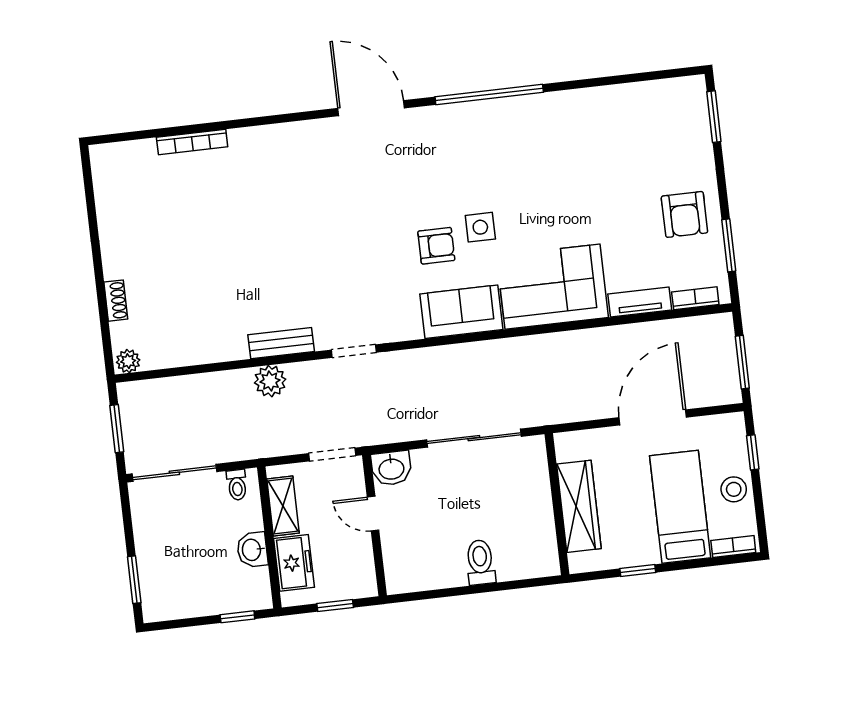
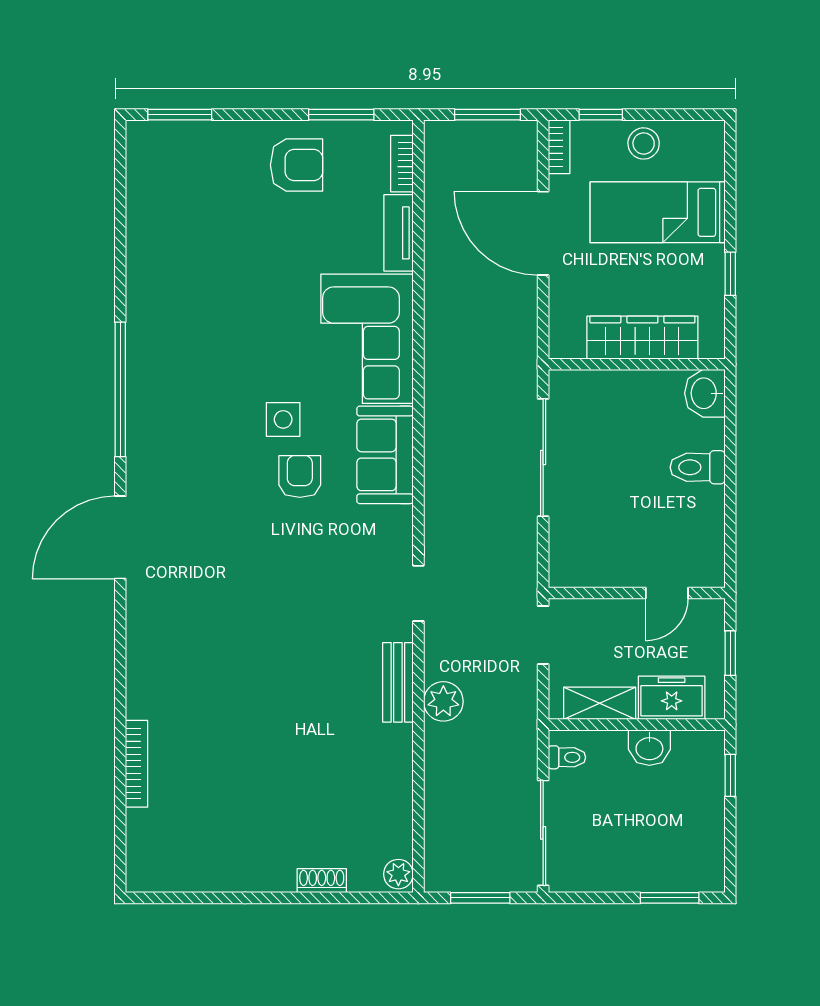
washbasin: (391, 468) -> (705, 393), moved, turned 180
door: (373, 514) -> (667, 593), moved
bookcase: (733, 547) -> (559, 147), moved, turned 180

